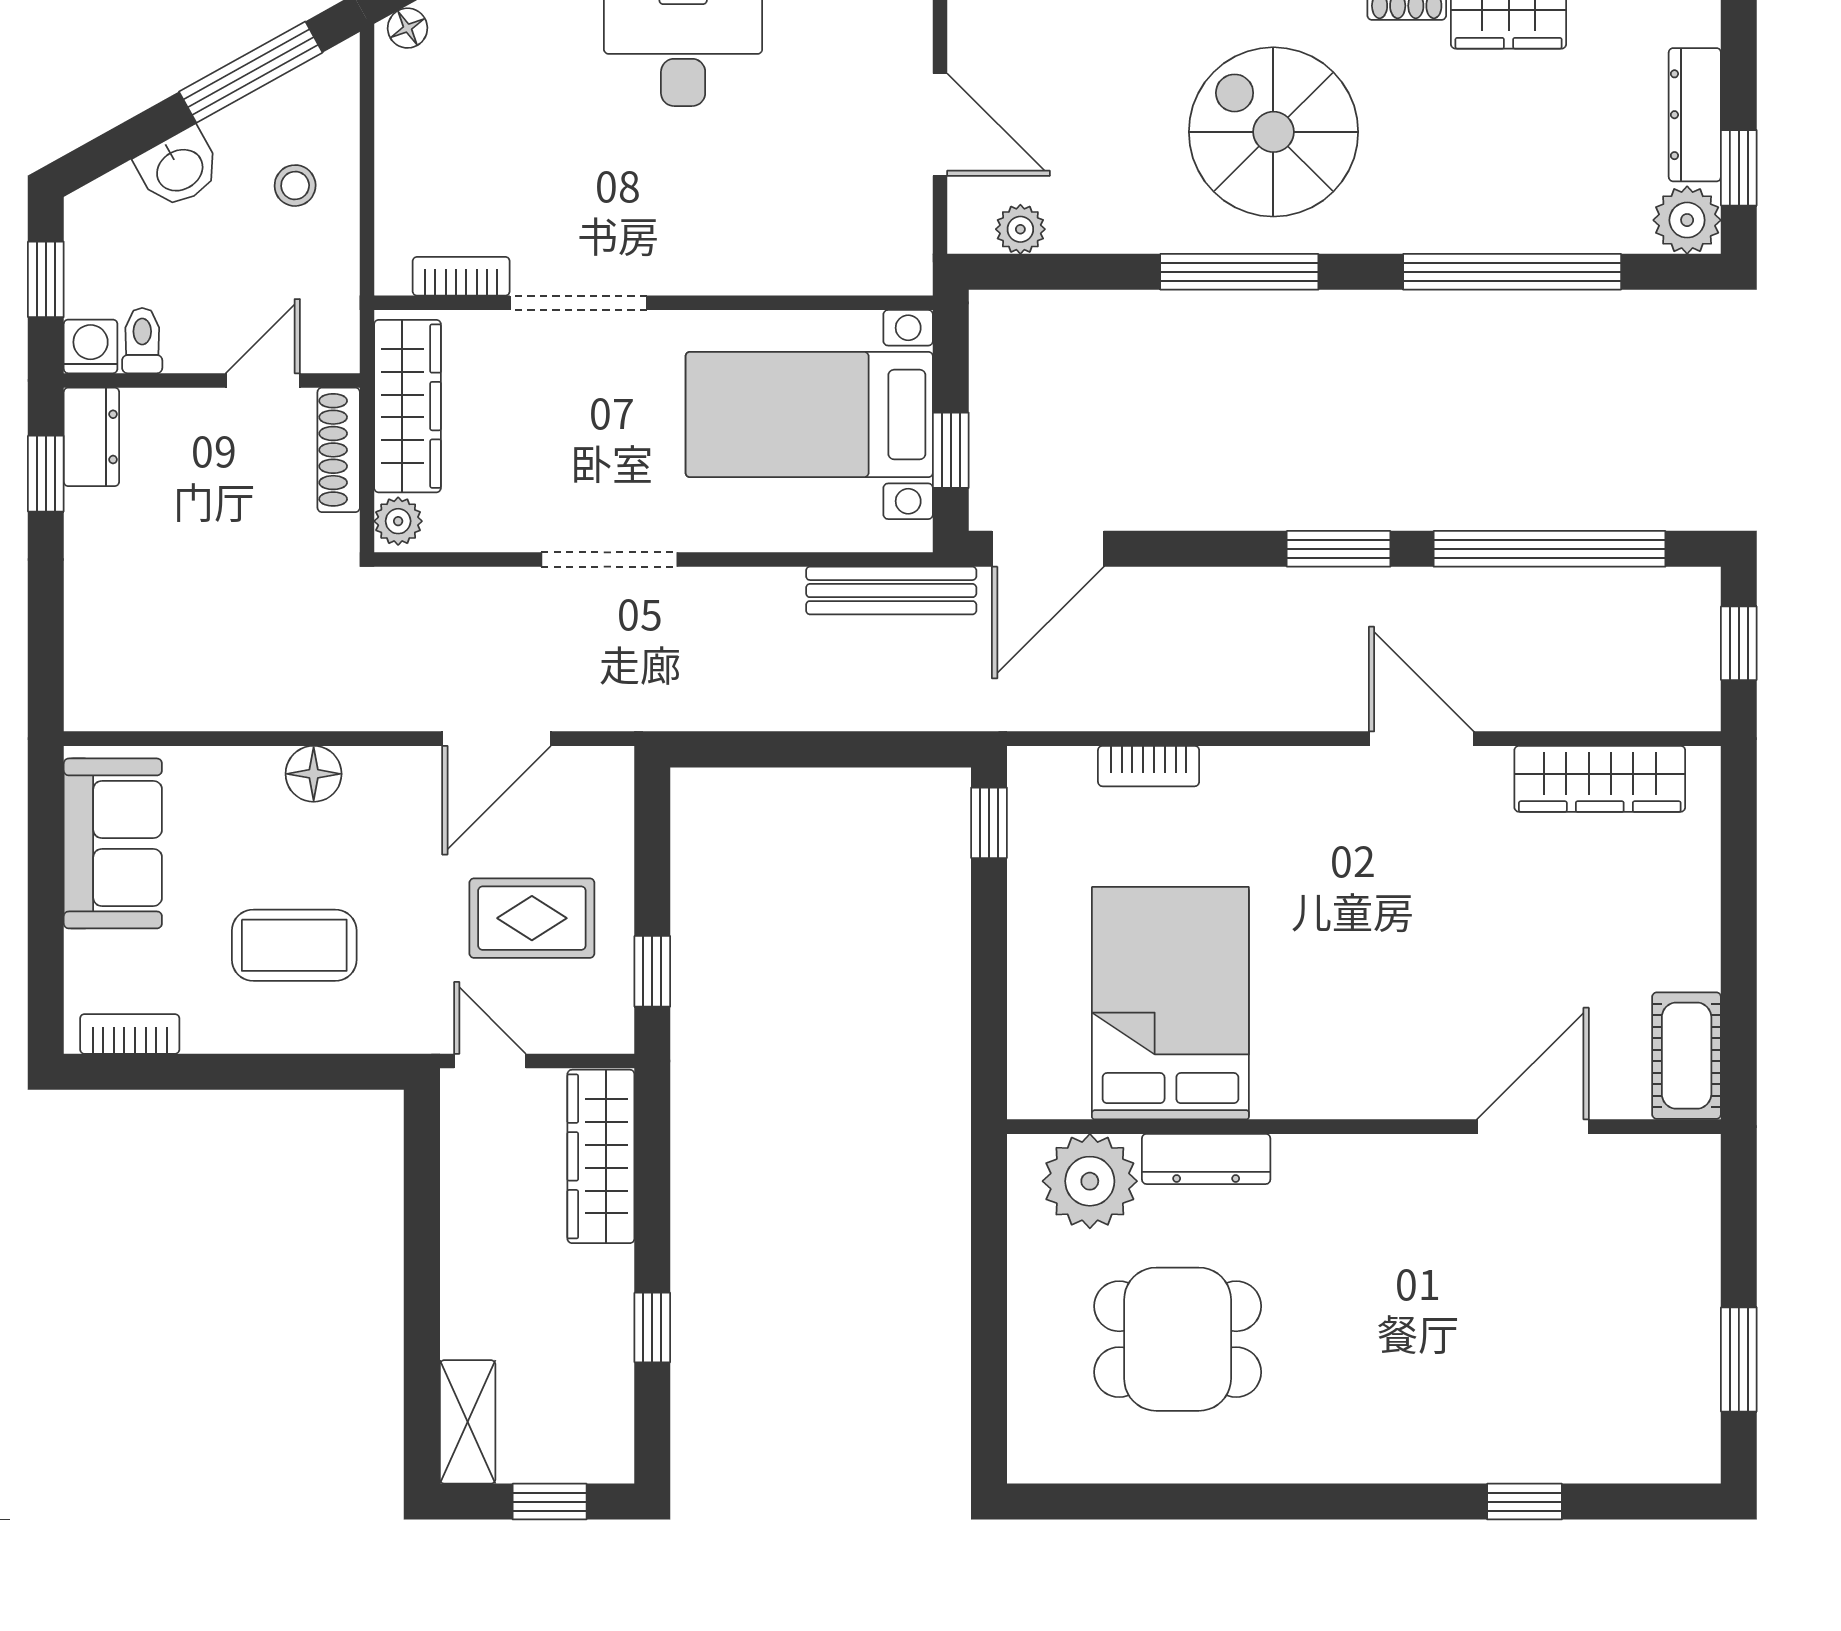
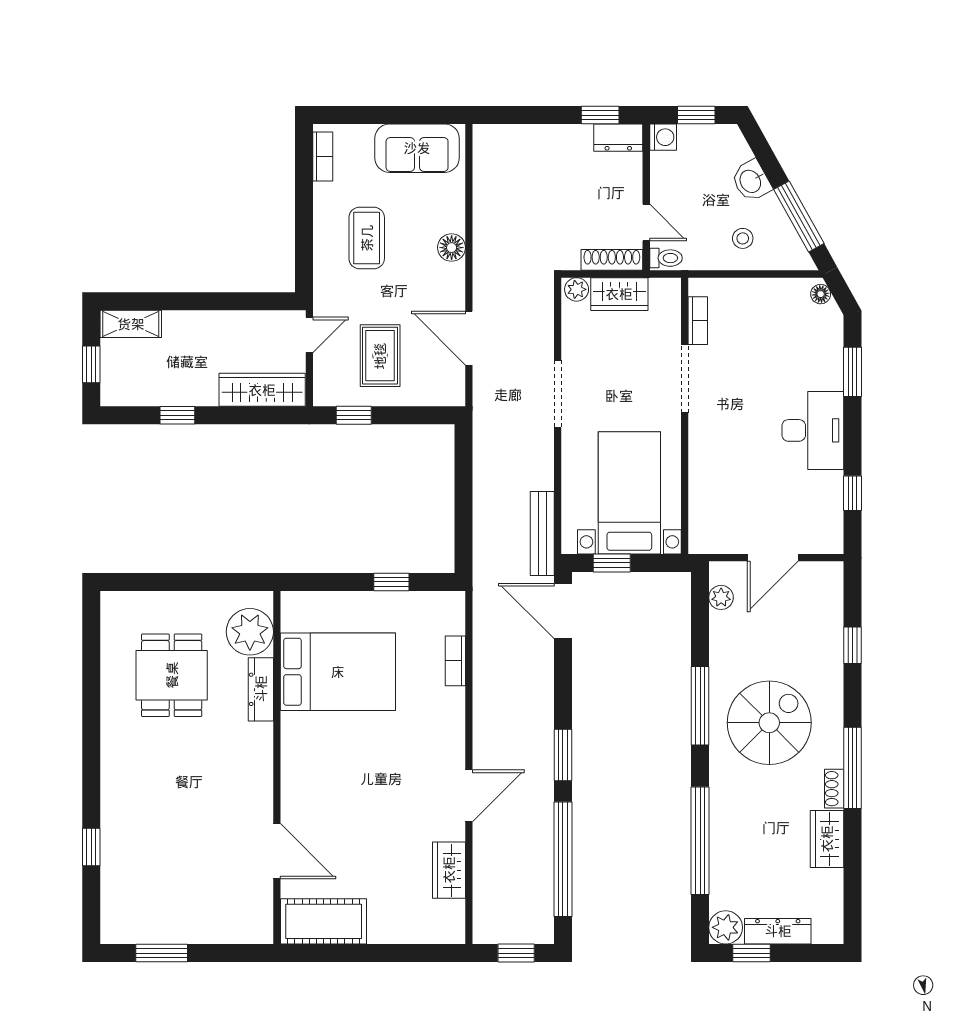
toilet: (142, 341) -> (666, 258), moved
wardrobe: (408, 406) -> (619, 294), width x0.67
wardrobe: (1600, 779) -> (449, 870), width x0.67
window: (989, 823) -> (391, 582), moved
cot: (1687, 1056) -> (324, 921), width x1.37, depth x1.34

